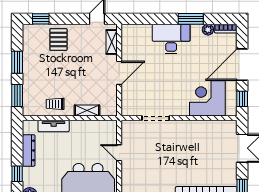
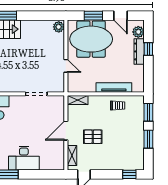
pallet: (58, 39) -> (93, 137), moved, turned 90
shelving: (87, 111) -> (78, 100), moved
tv unit: (54, 126) -> (114, 87), width x1.41
dresser: (29, 150) -> (139, 51), moved

